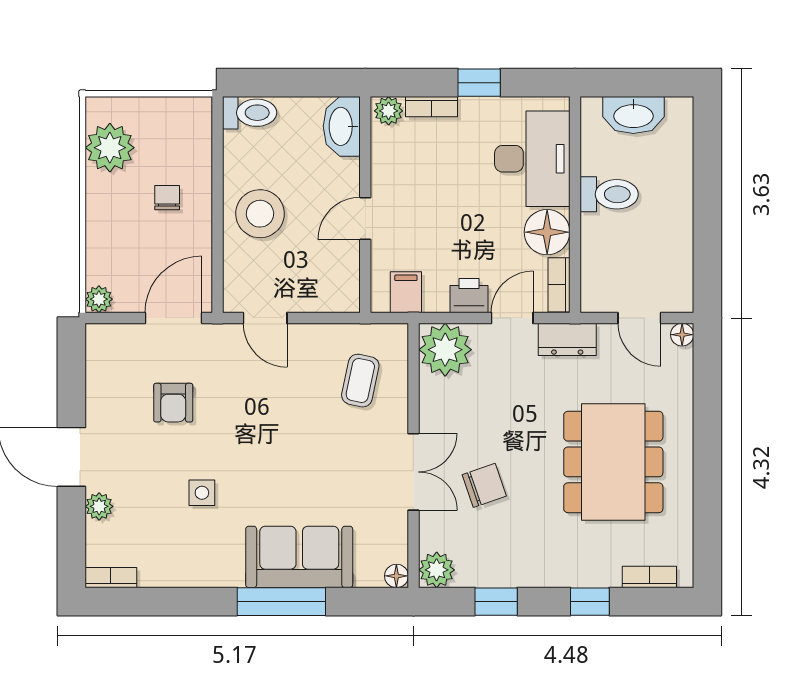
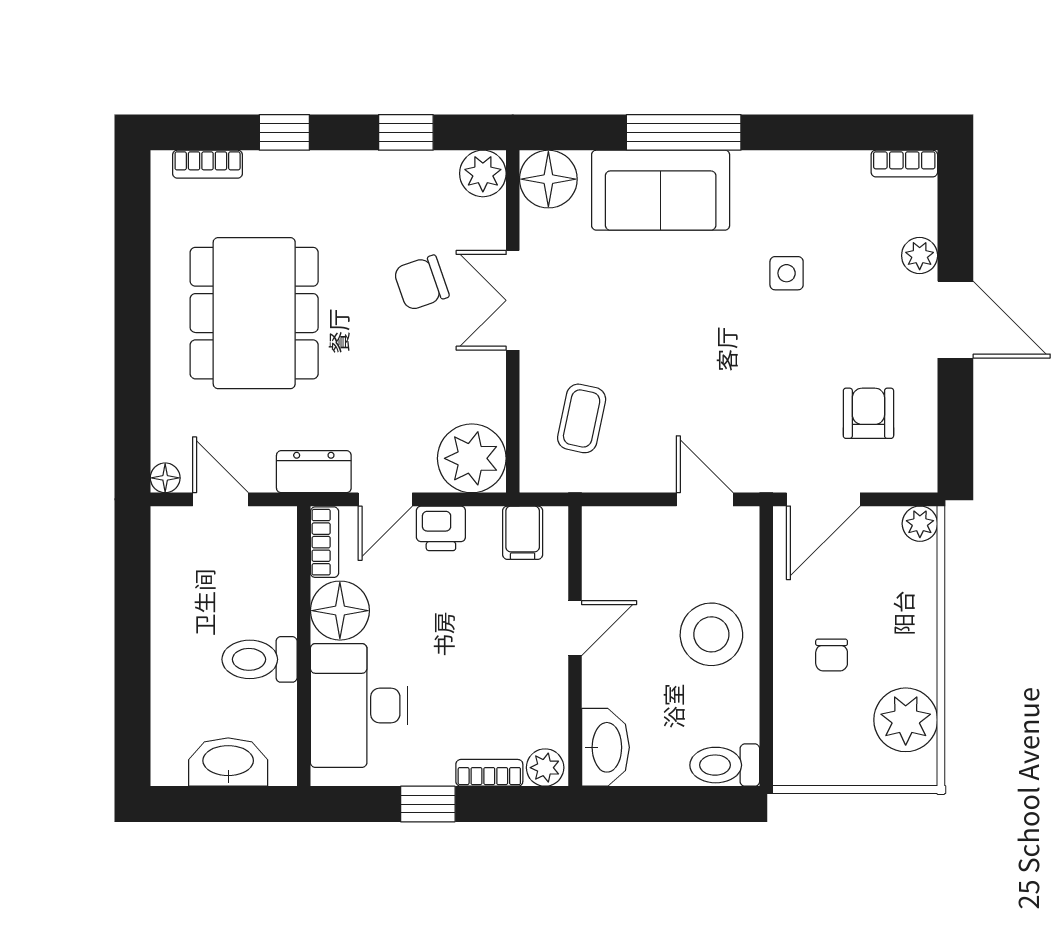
armchair: (173, 403) -> (868, 413), moved
floor lamp: (396, 576) -> (548, 179), width x1.89, depth x1.89

